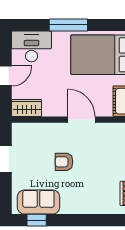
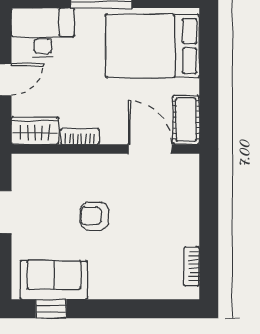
bookcase: (55, 112) -> (80, 137), added
door: (81, 120) -> (150, 149), moved

